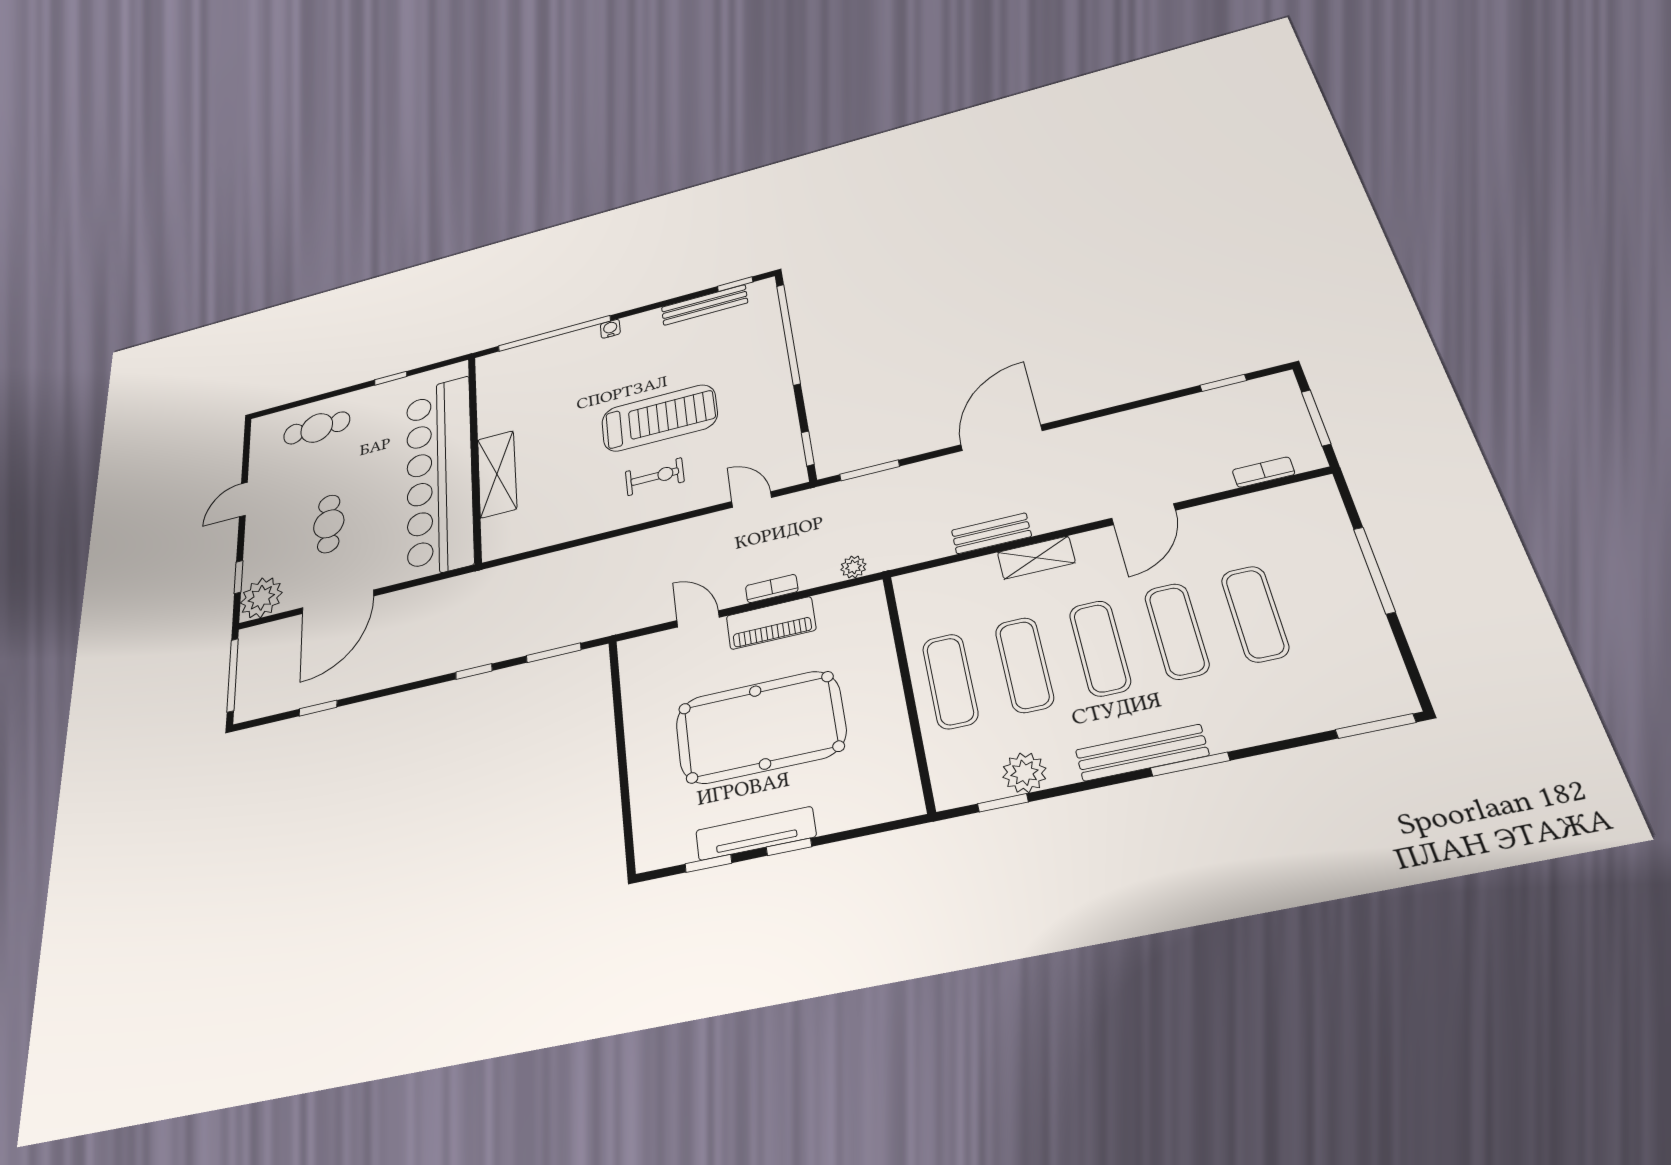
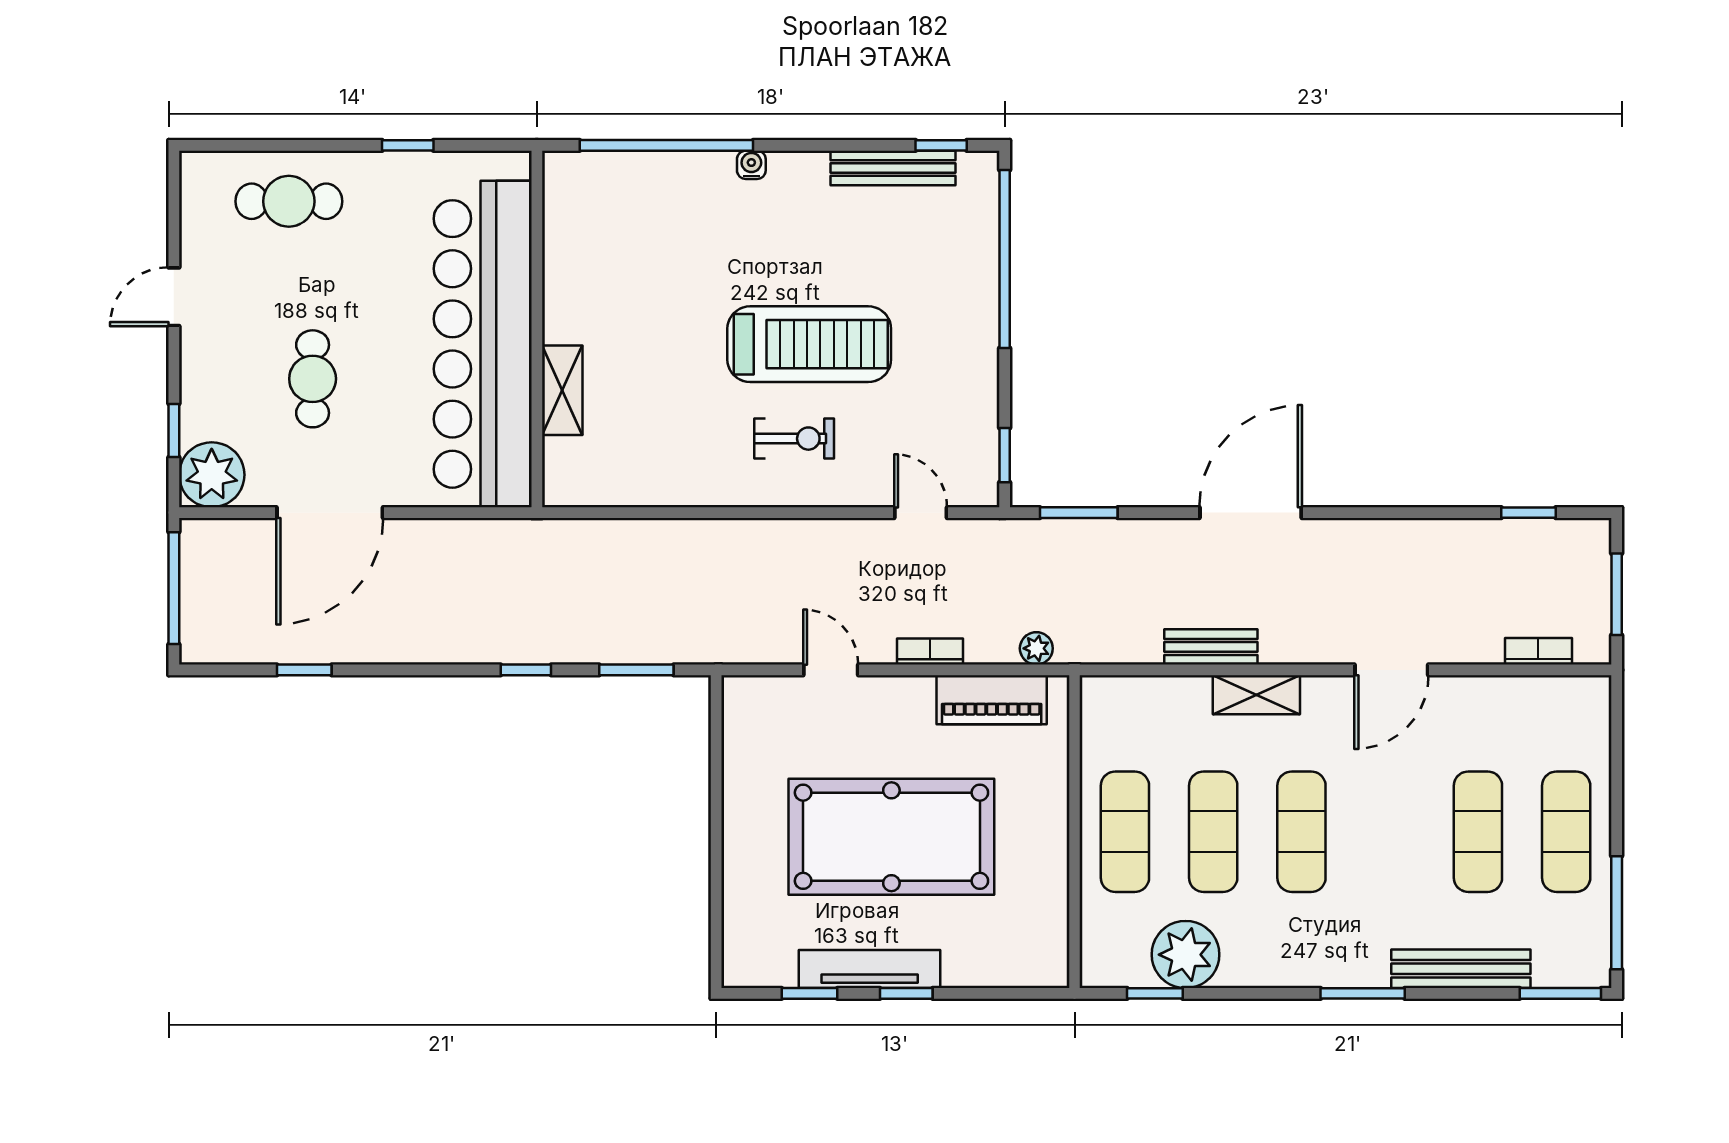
shelving: (497, 474) -> (562, 390), width x0.67, depth x0.75
window: (1374, 570) -> (1617, 913), moved
piano: (771, 623) -> (992, 700), moved
exercise mat: (1177, 631) -> (1566, 832), moved
bench: (1142, 753) -> (1461, 969), moved
plant: (1024, 773) -> (1186, 955), width x1.36, depth x1.36

